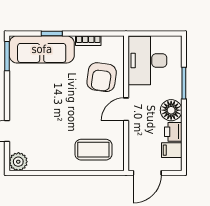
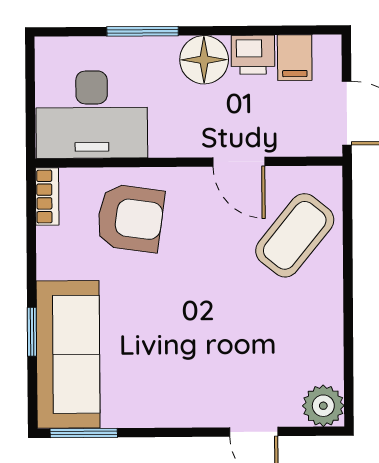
bookcase: (88, 41) -> (47, 196), moved
door: (126, 109) -> (239, 162), moved
coffee table: (93, 150) -> (295, 235), turned 39

